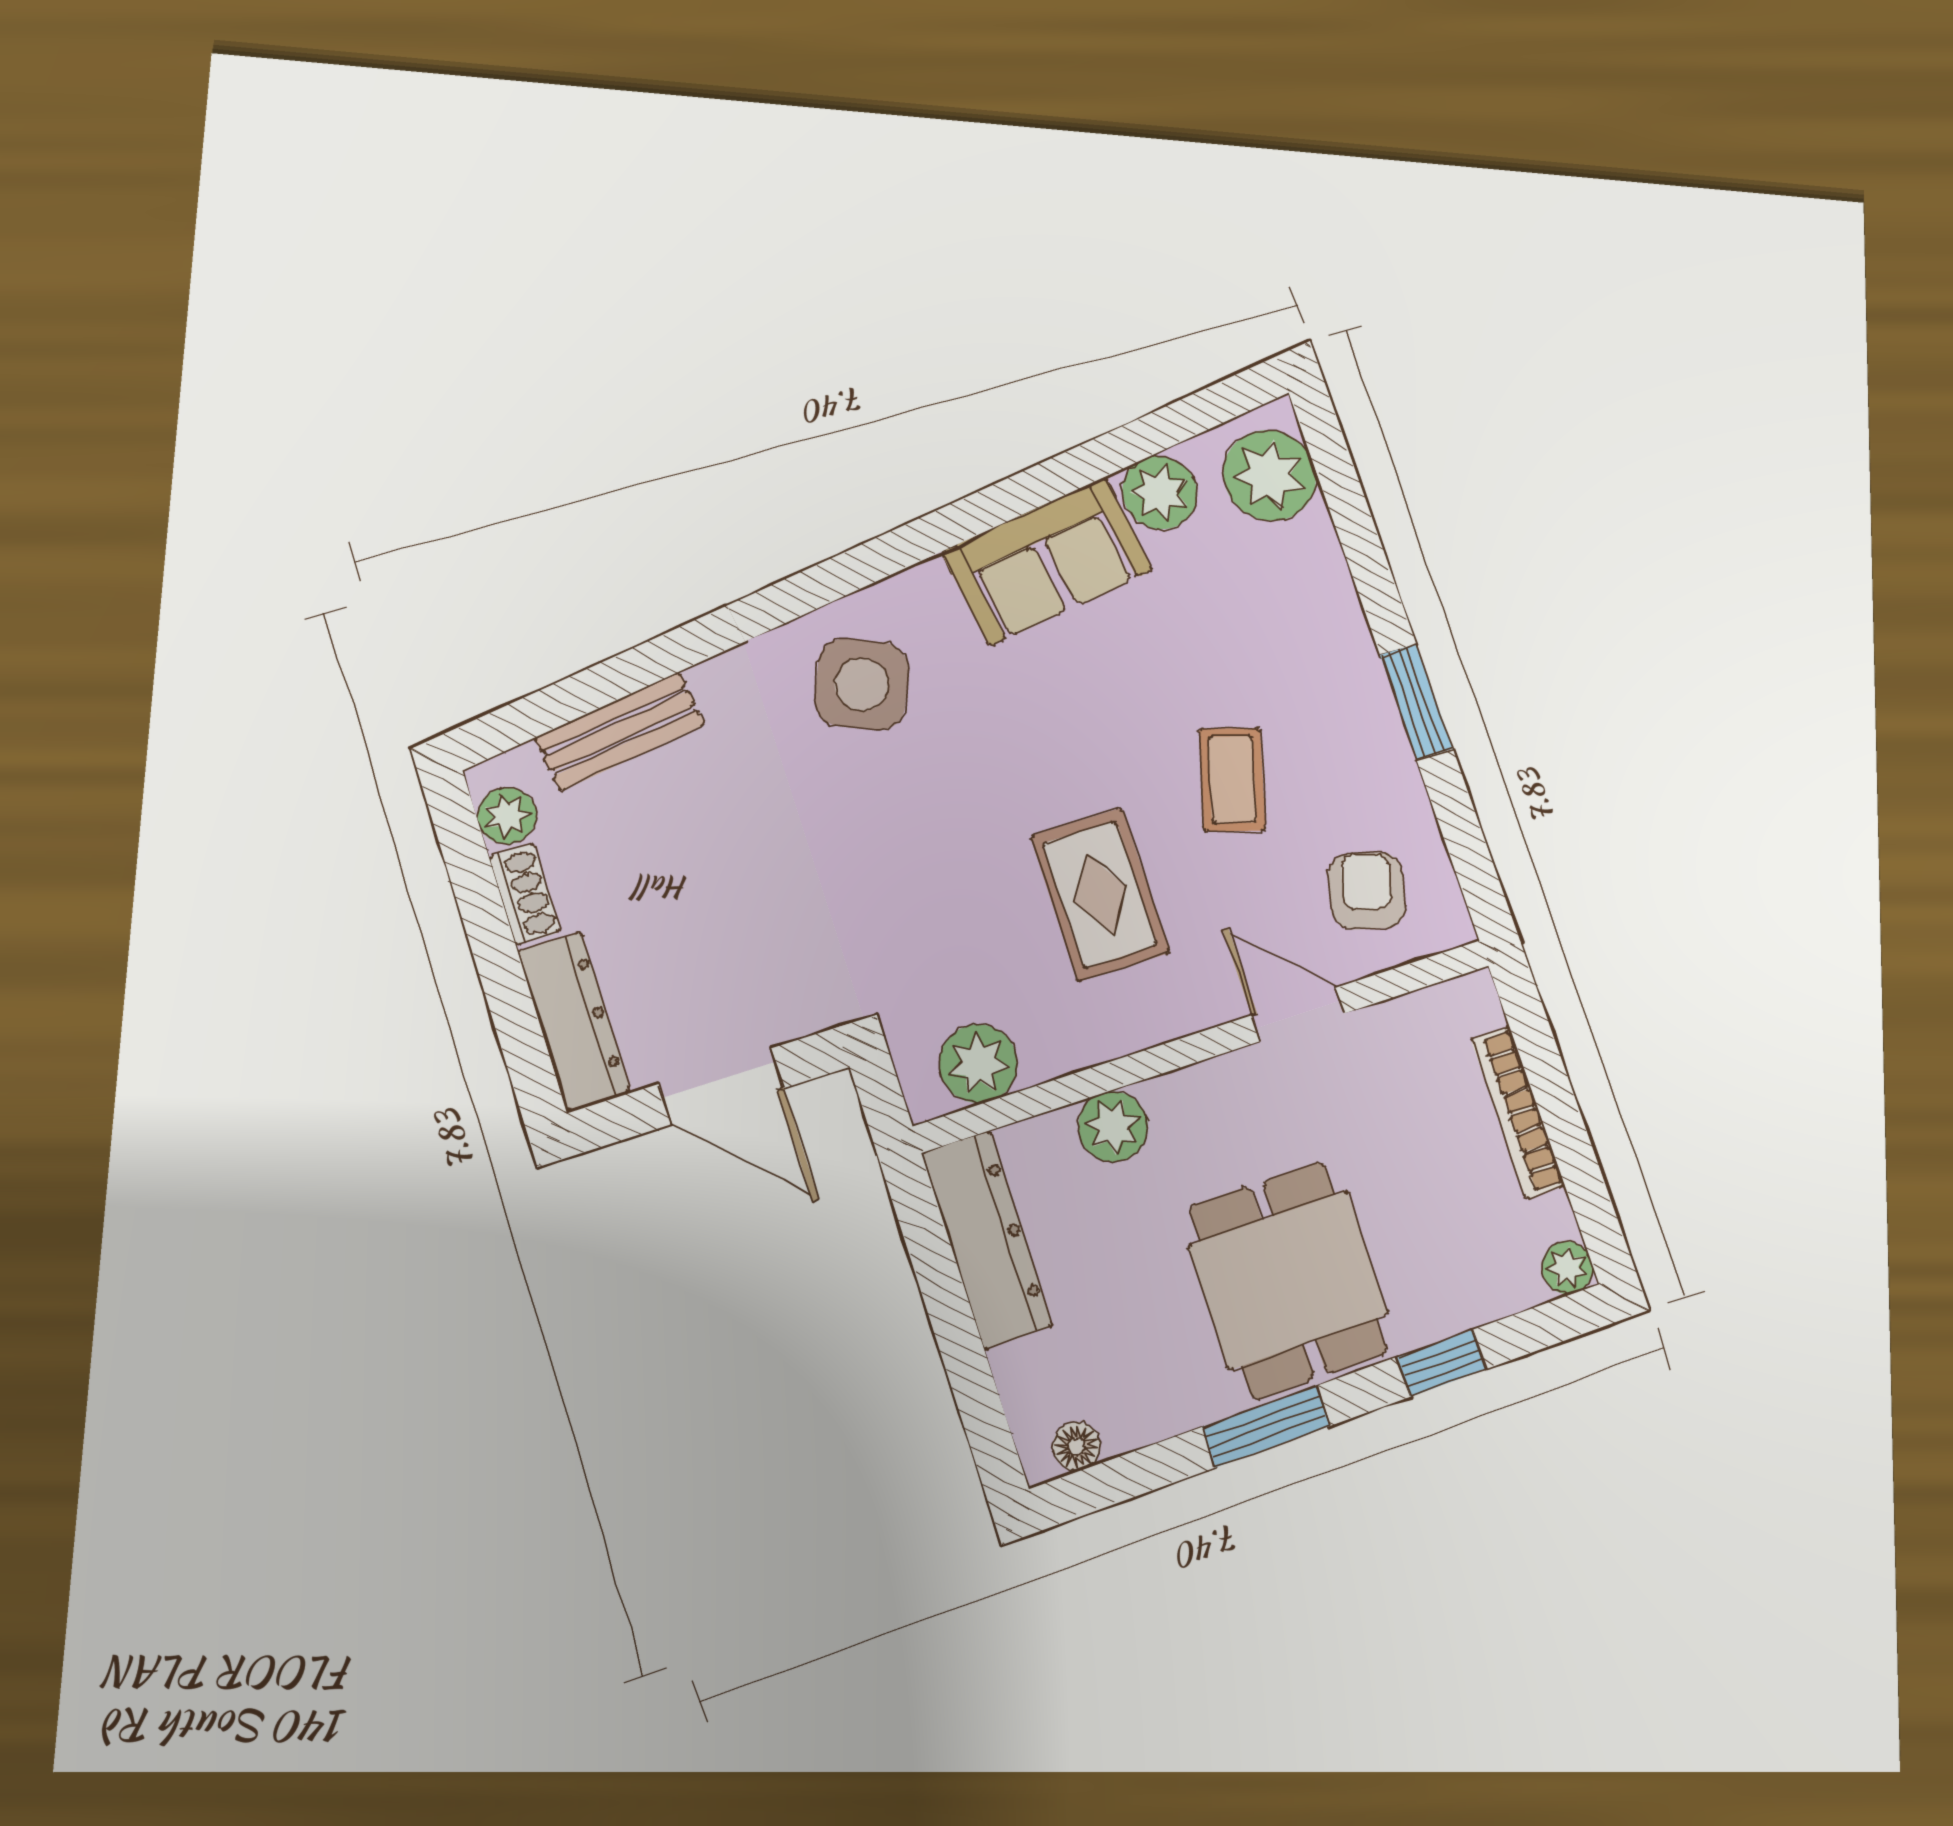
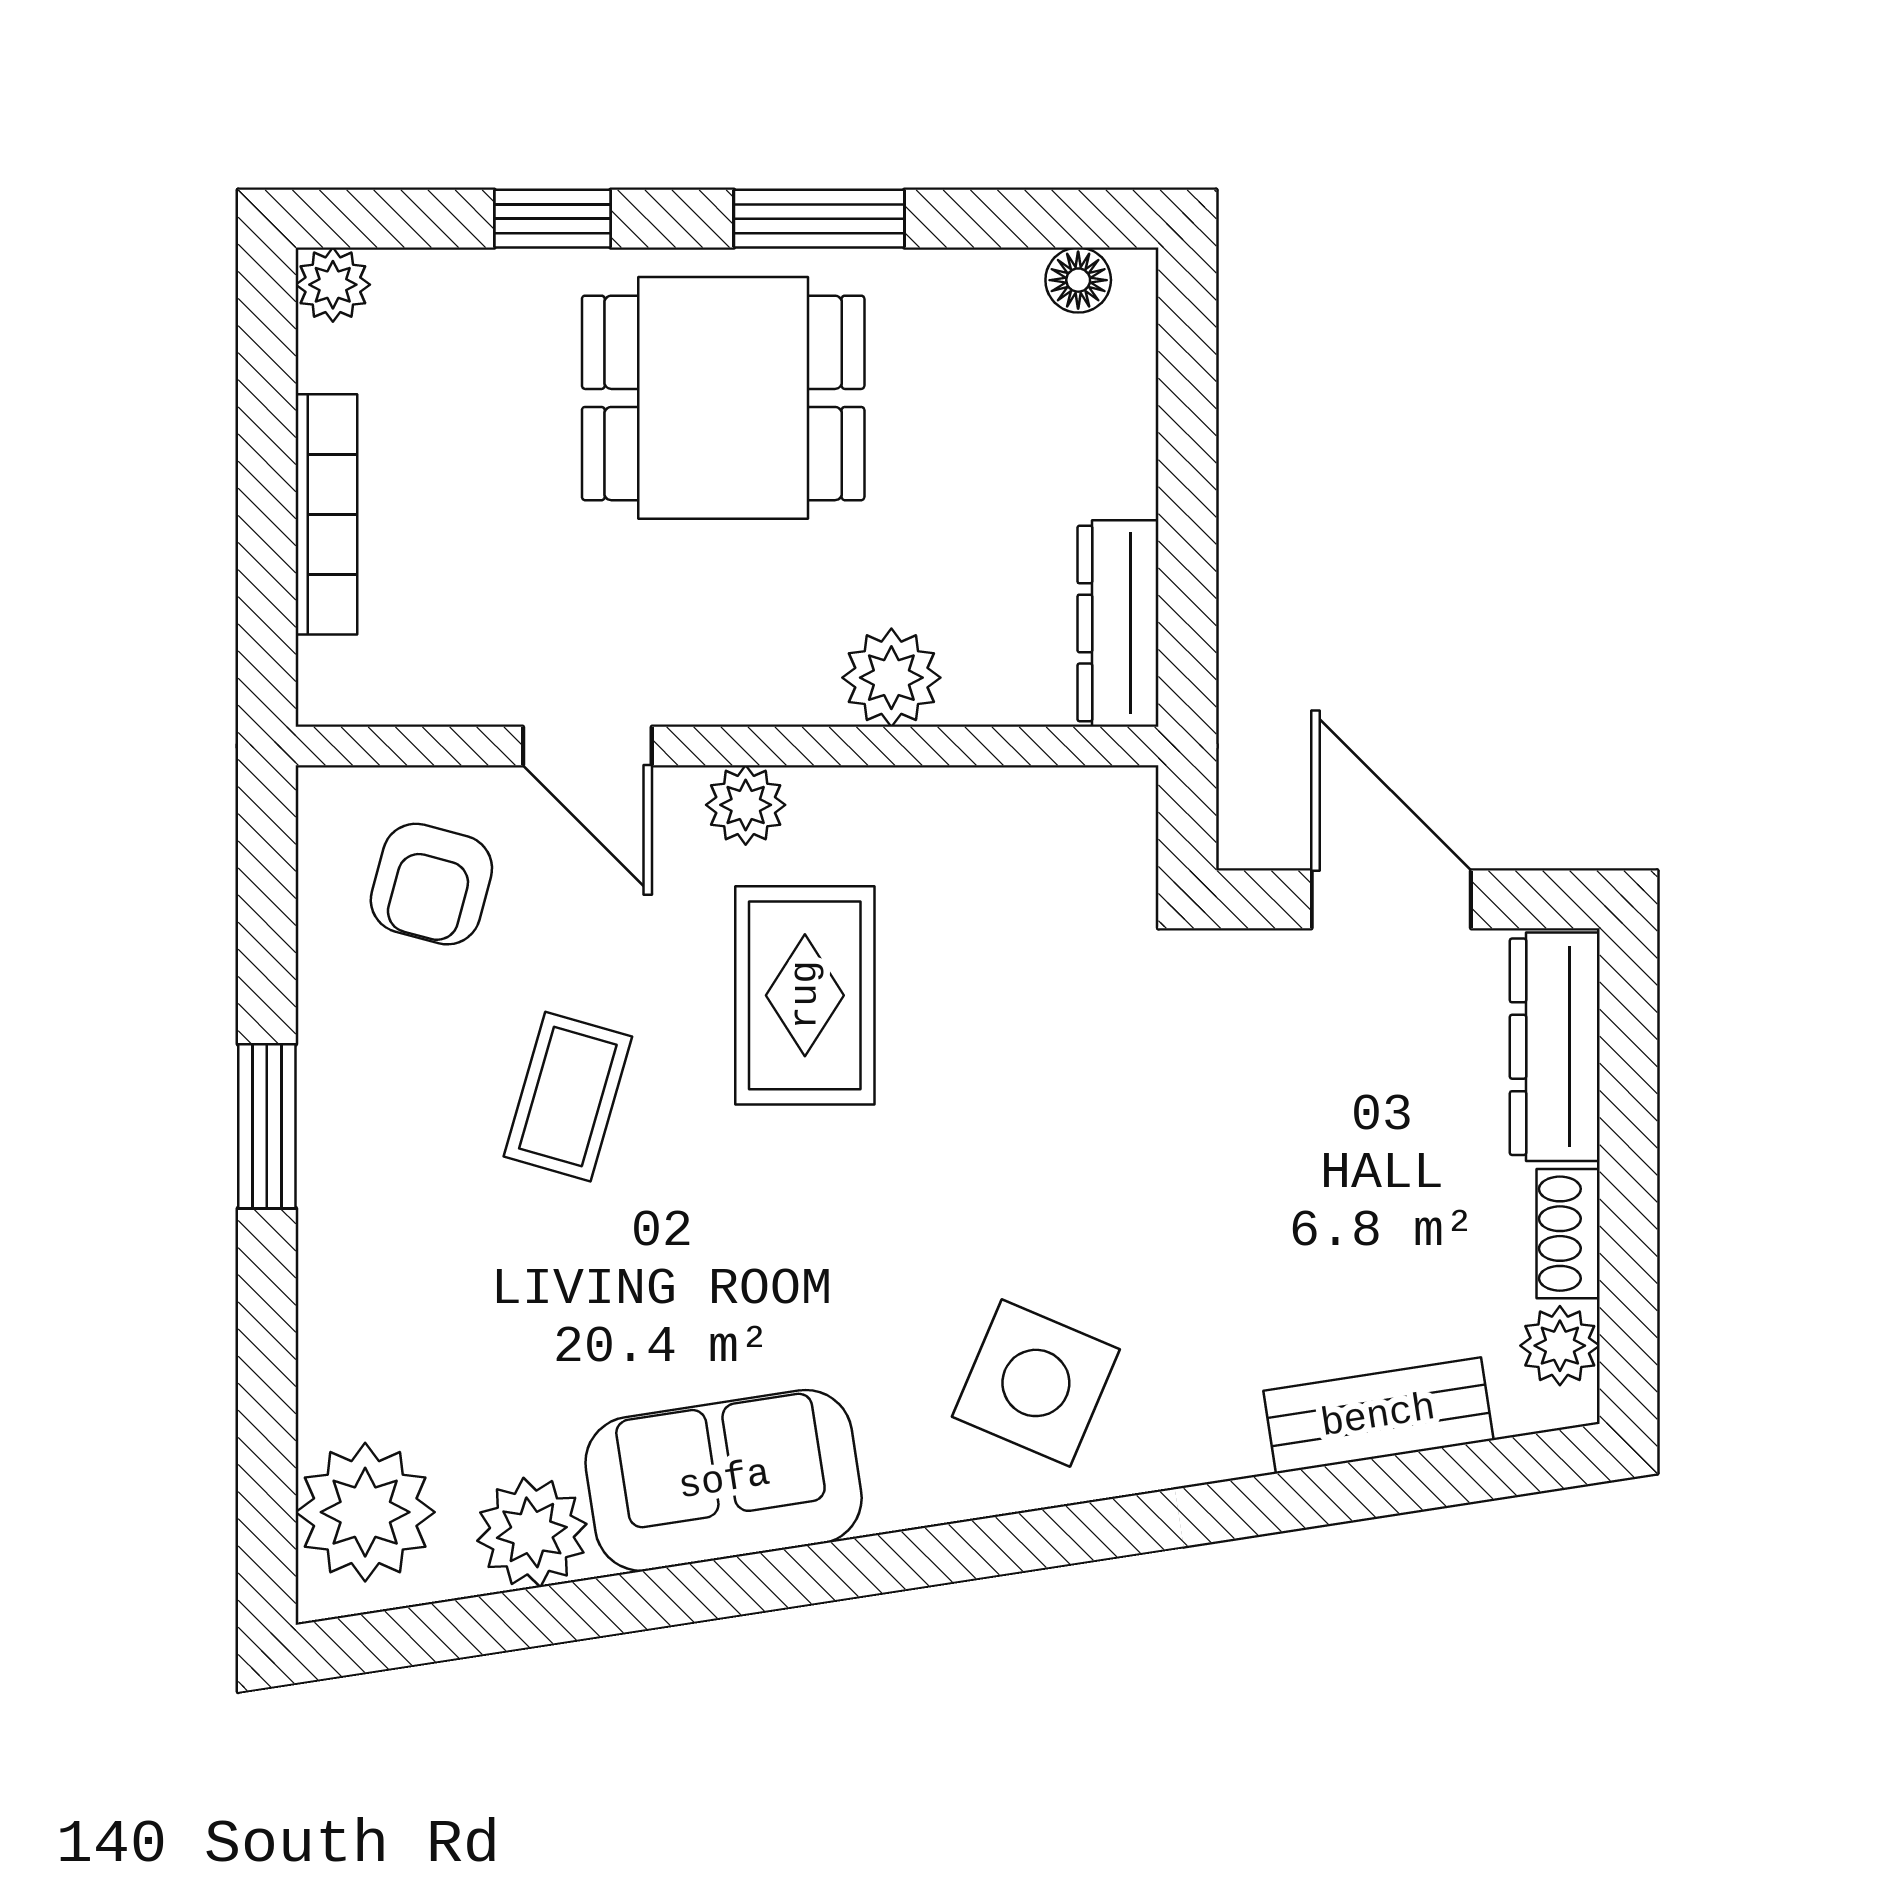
plant: (978, 1064) -> (746, 805), moved, width x0.73, depth x0.73
dresser: (987, 1239) -> (1118, 623), width x0.73, depth x0.80
dining table: (1288, 1280) -> (723, 398), turned 90

